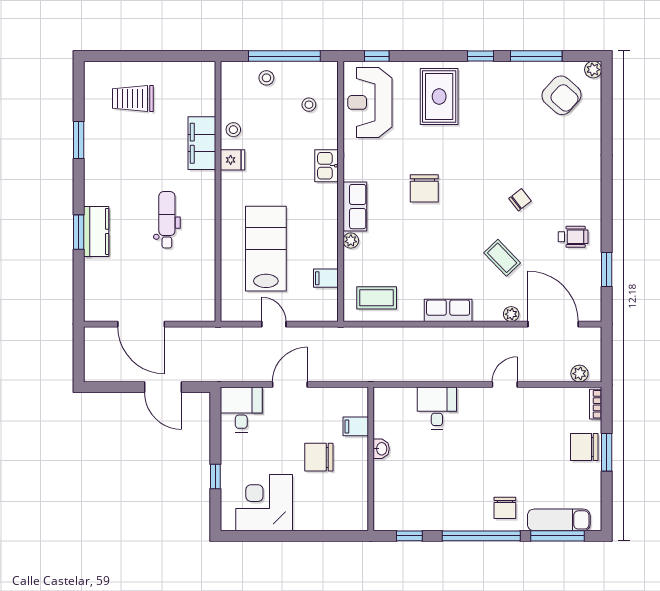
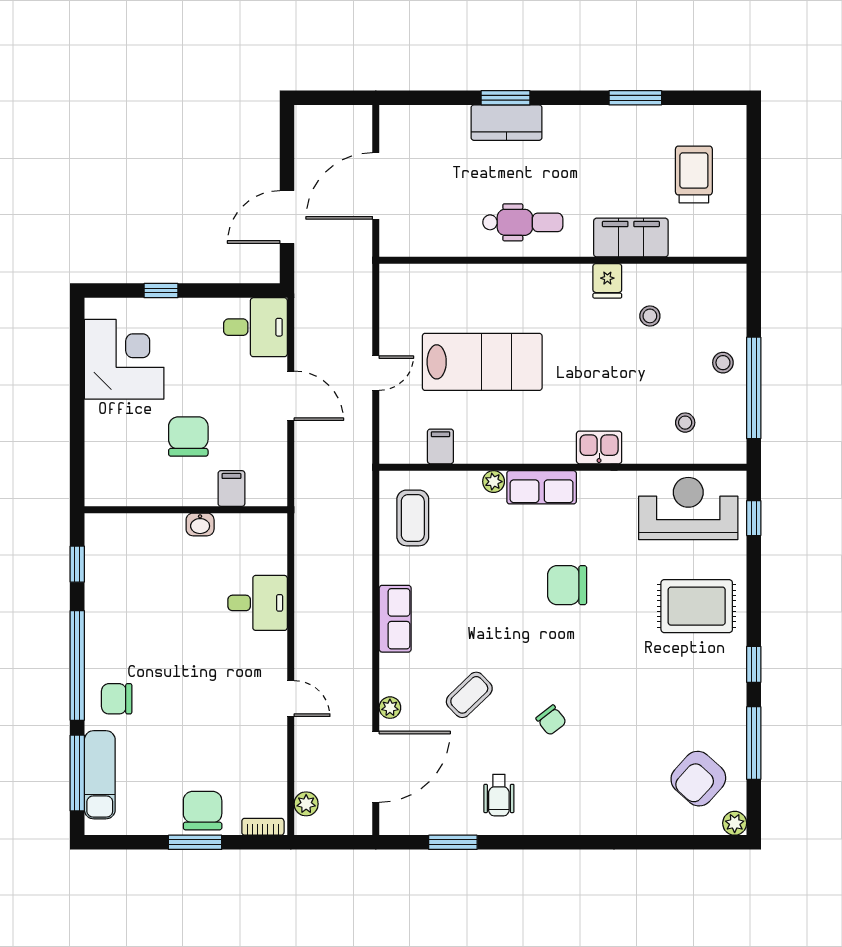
filing cabinet: (202, 143) -> (631, 238), moved
fridge: (233, 160) -> (607, 281), moved
wall: (218, 191) -> (563, 260), moved

